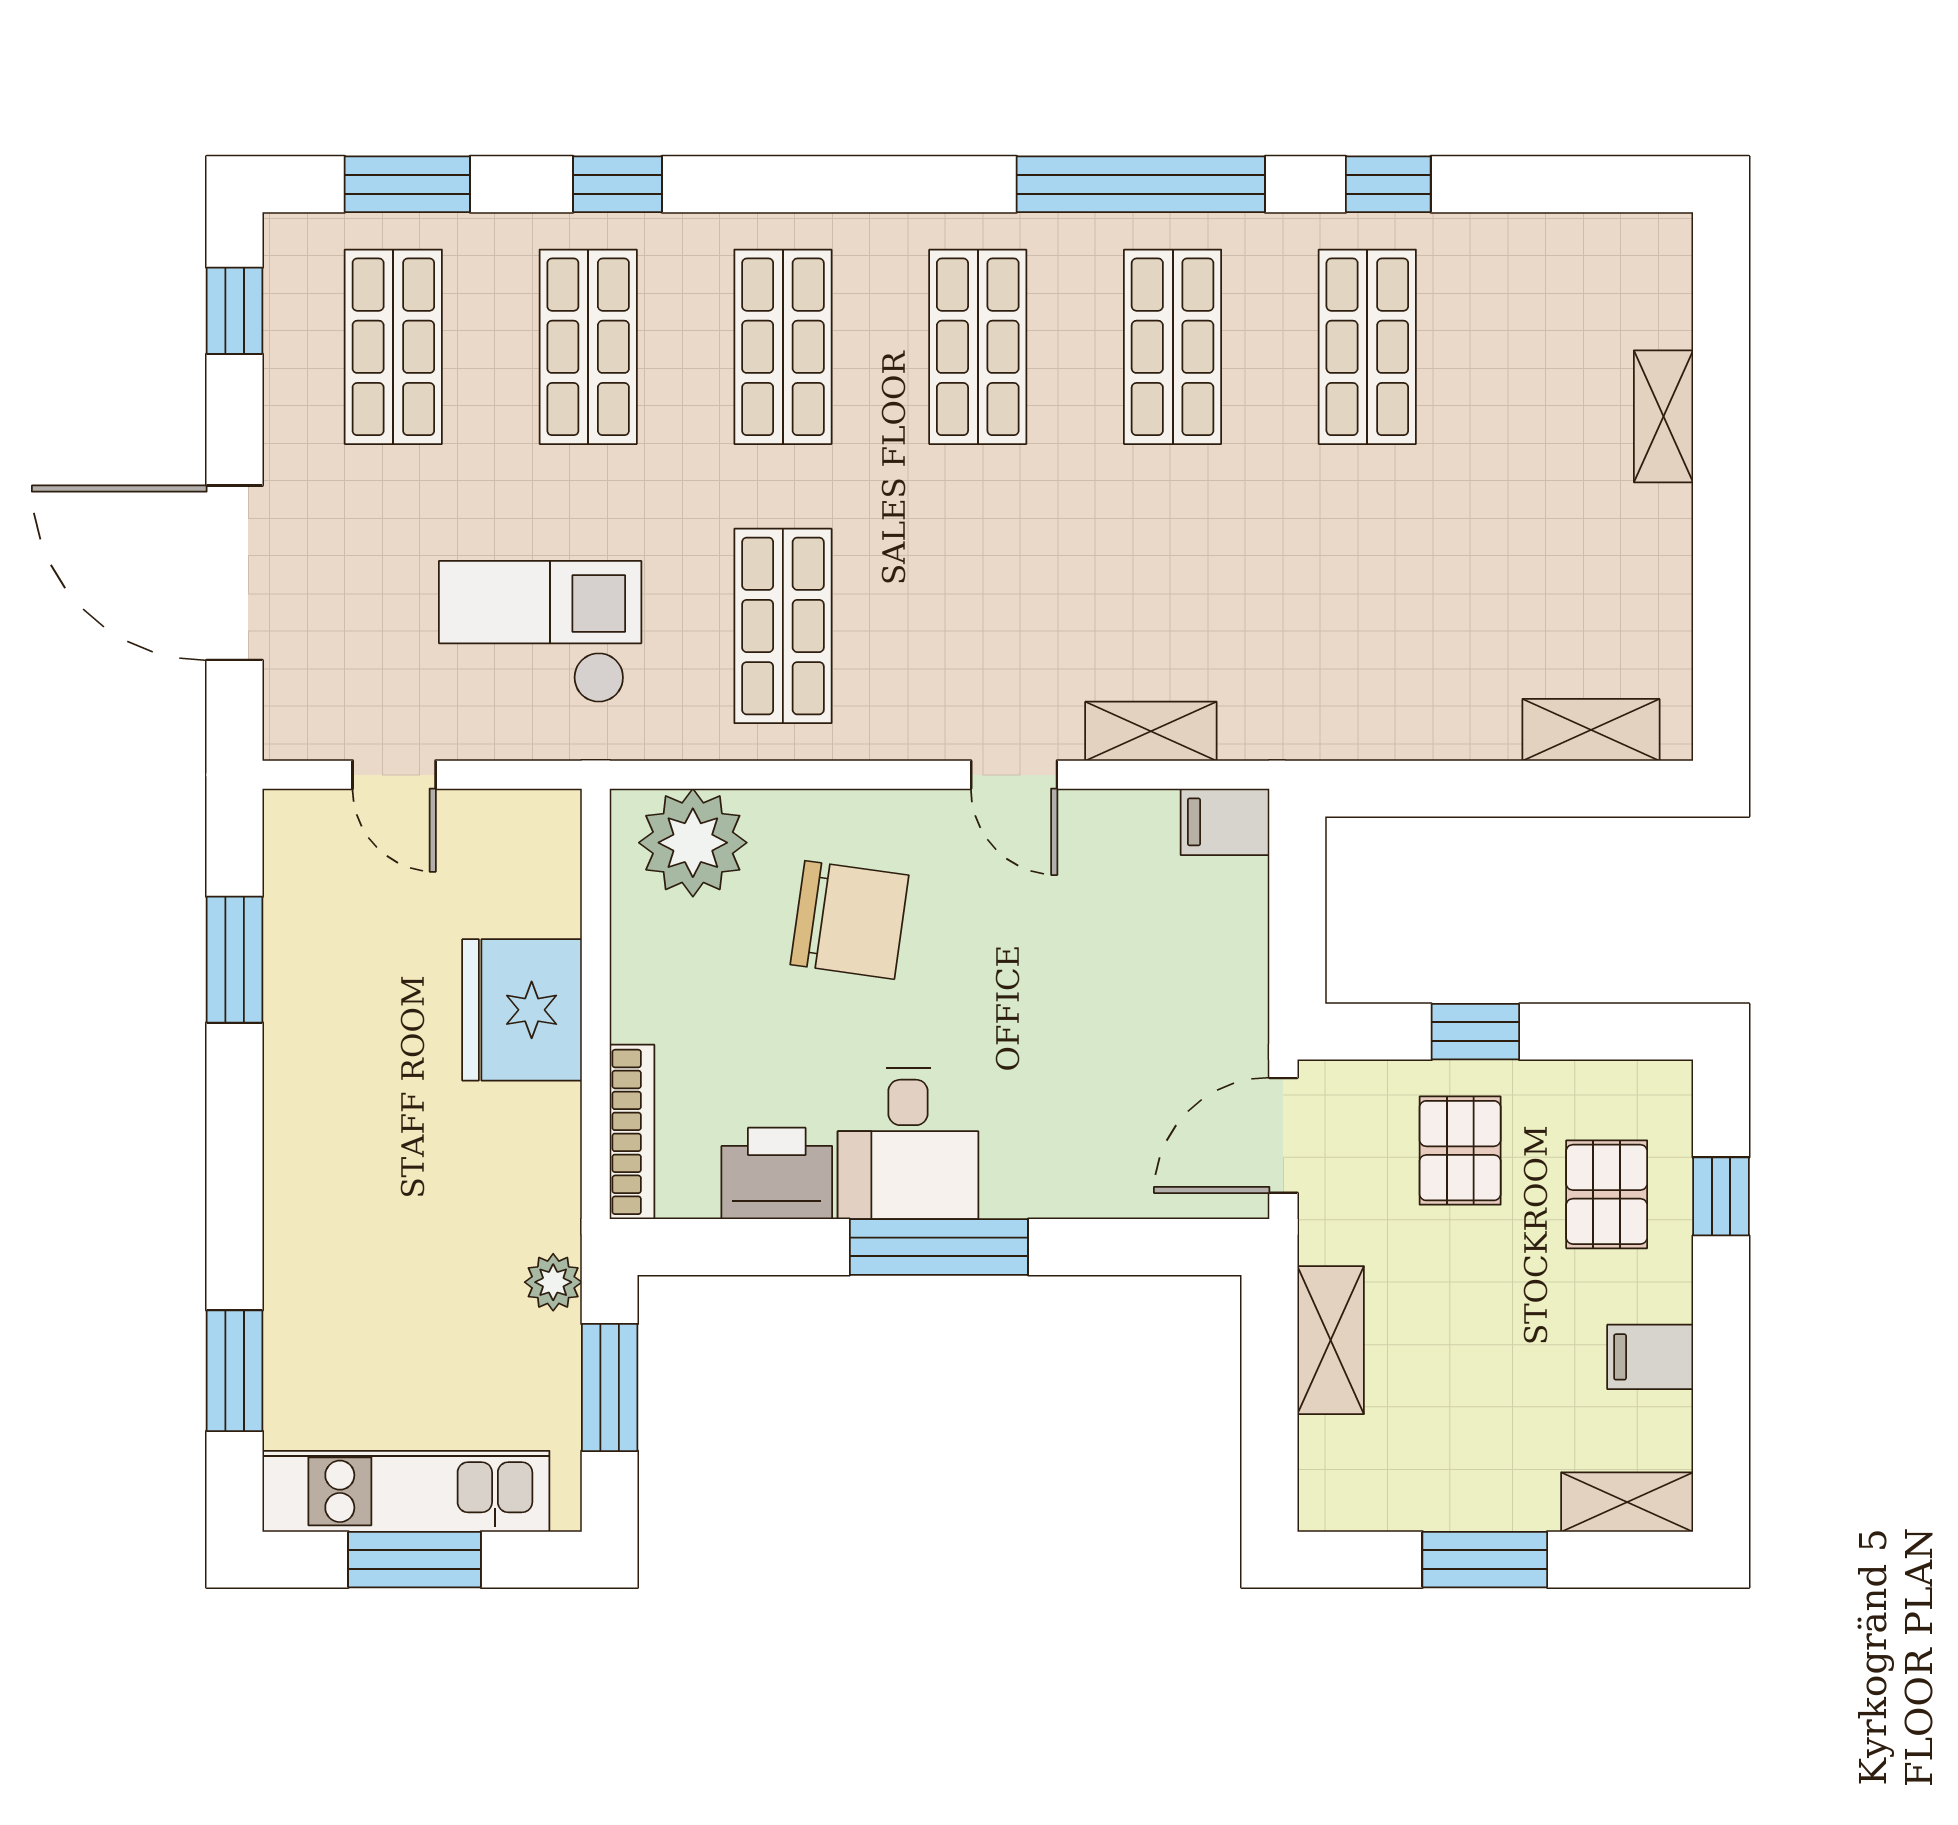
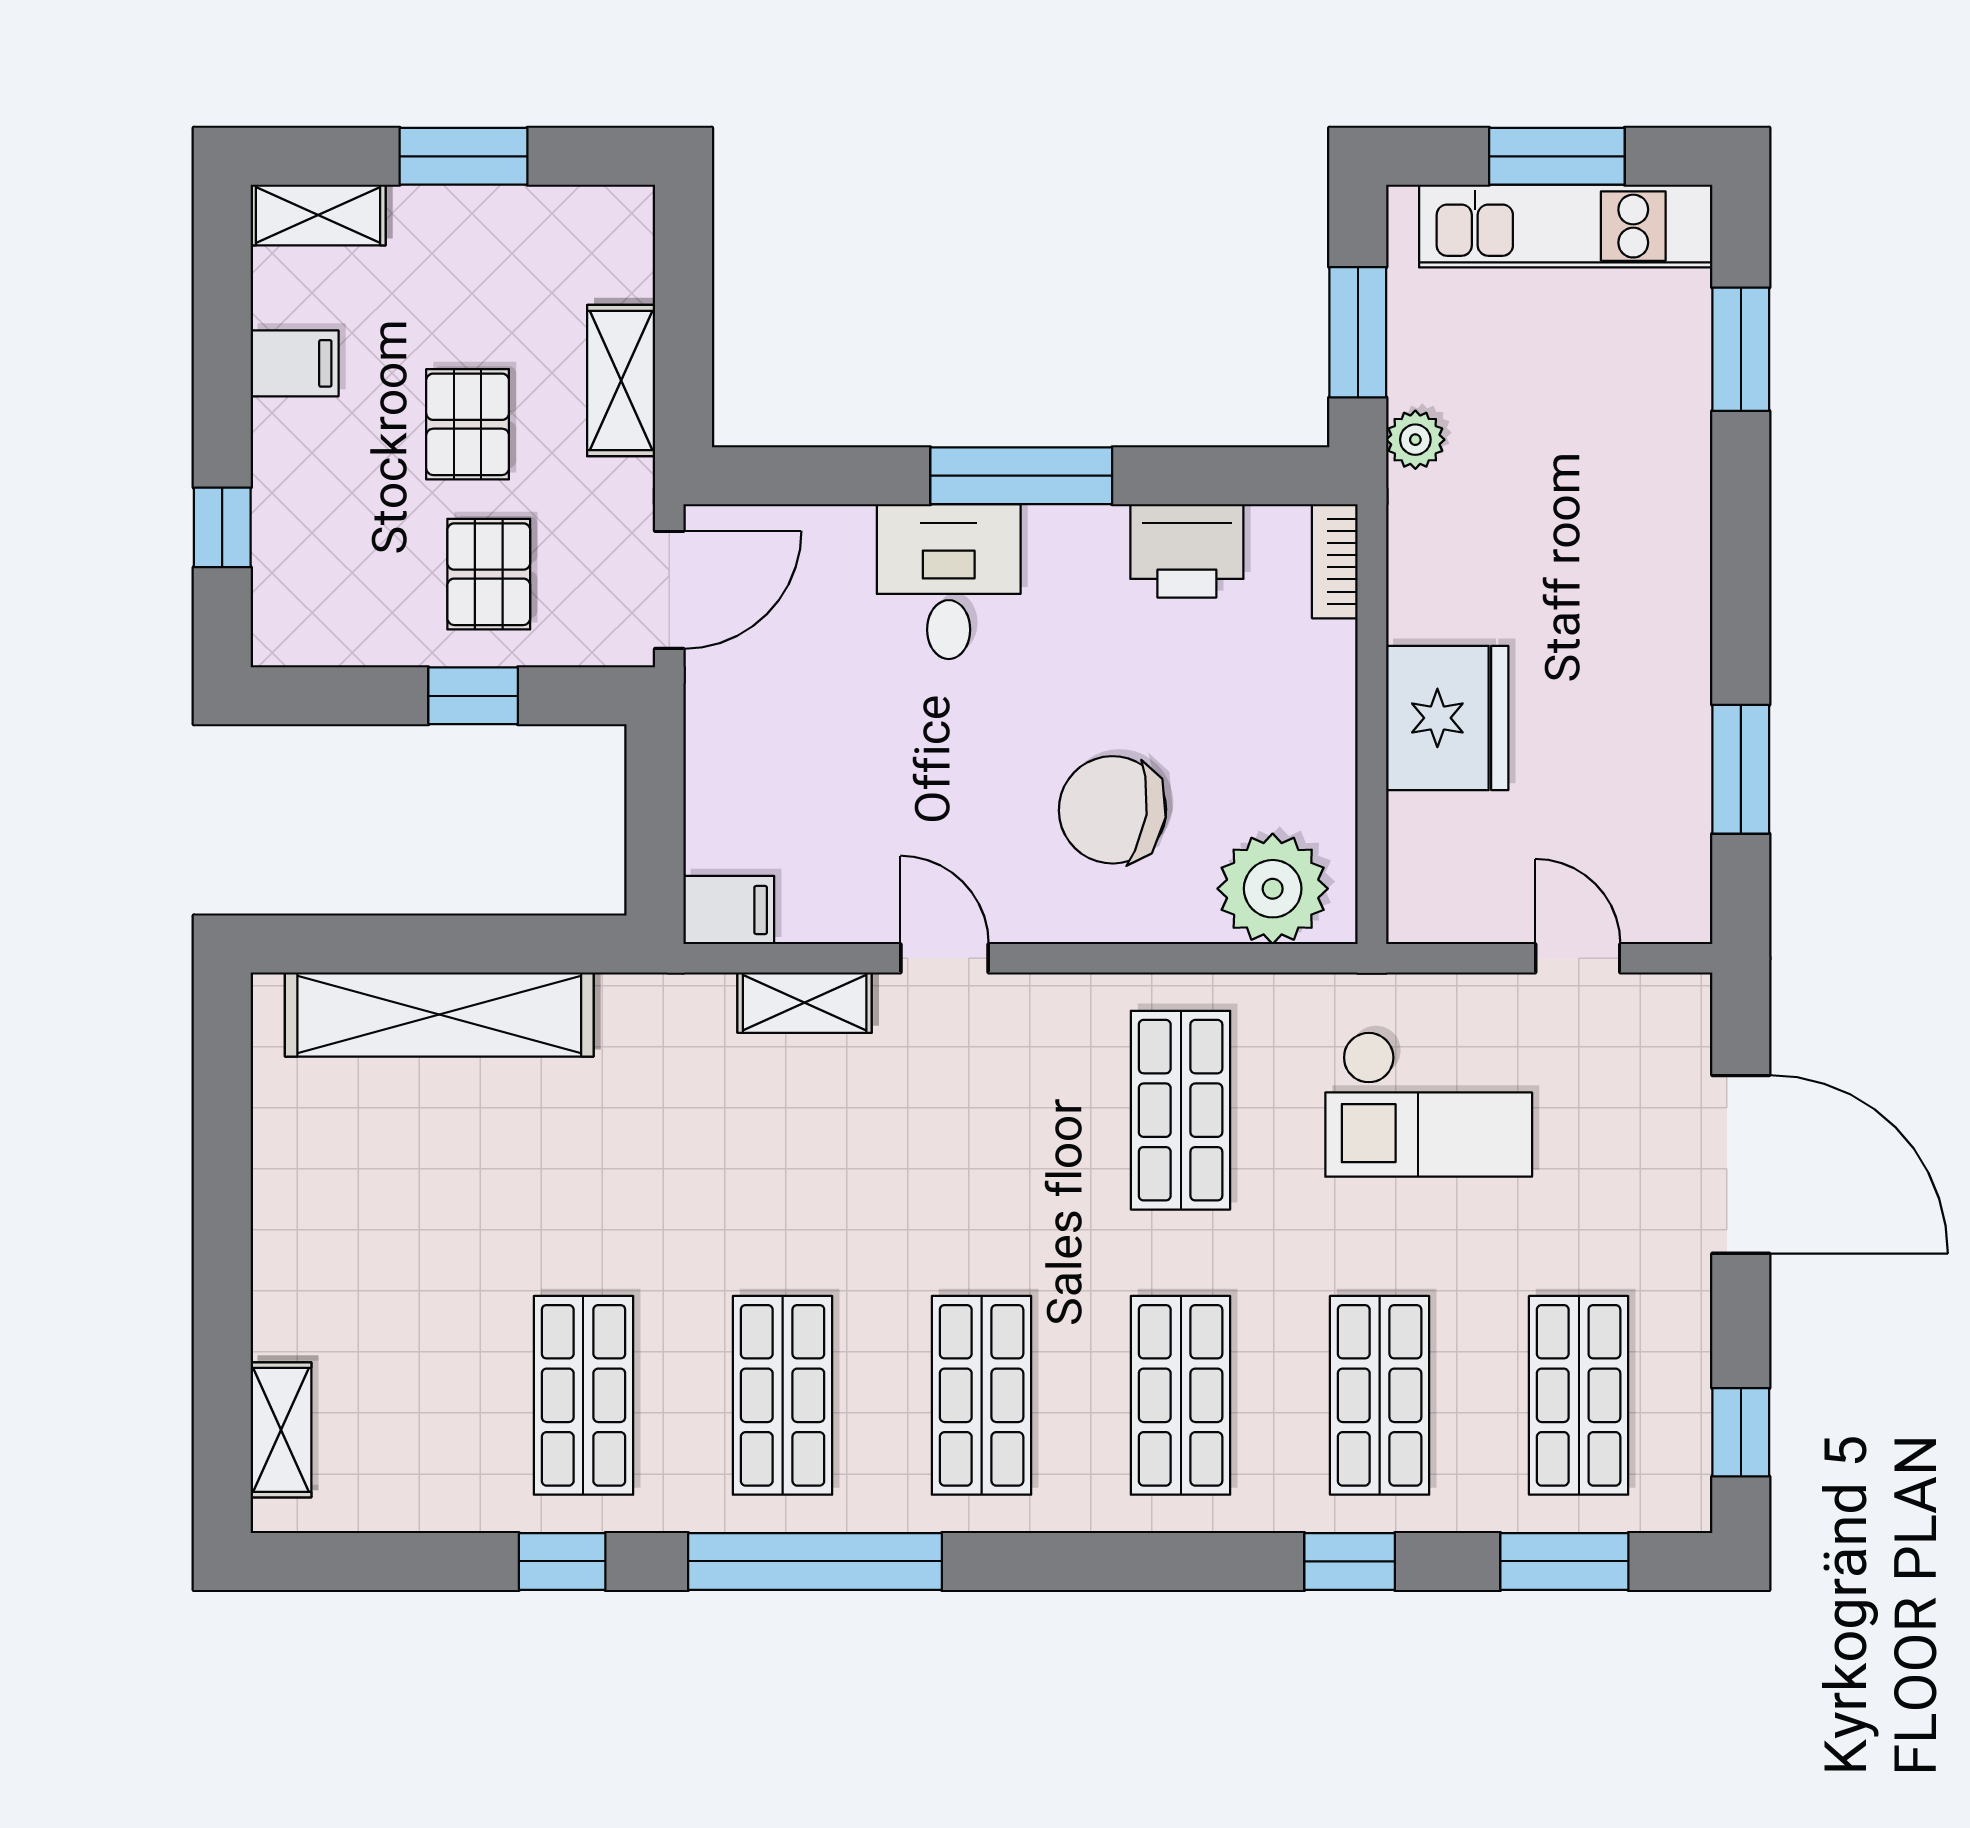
shelving: (1663, 416) -> (281, 1430), moved
shelving: (1591, 730) -> (439, 1015), width x2.20, depth x1.33
bookcase: (632, 1132) -> (1335, 561), width x0.64
desk: (908, 1143) -> (949, 582), moved
pallet: (1607, 1194) -> (468, 424), moved

